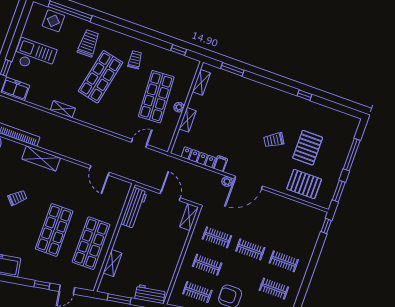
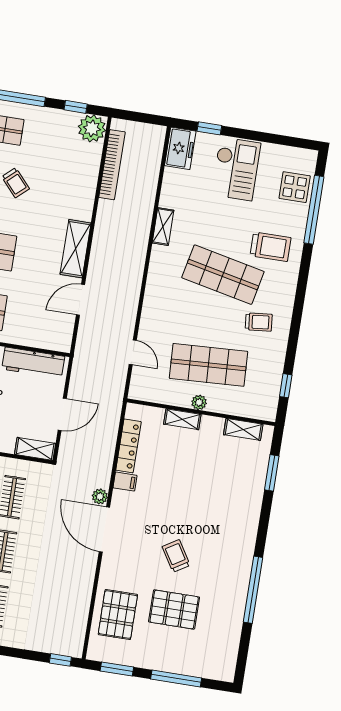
window: (304, 95) -> (253, 590), width x3.17
shelving: (41, 158) -> (76, 249), moved

